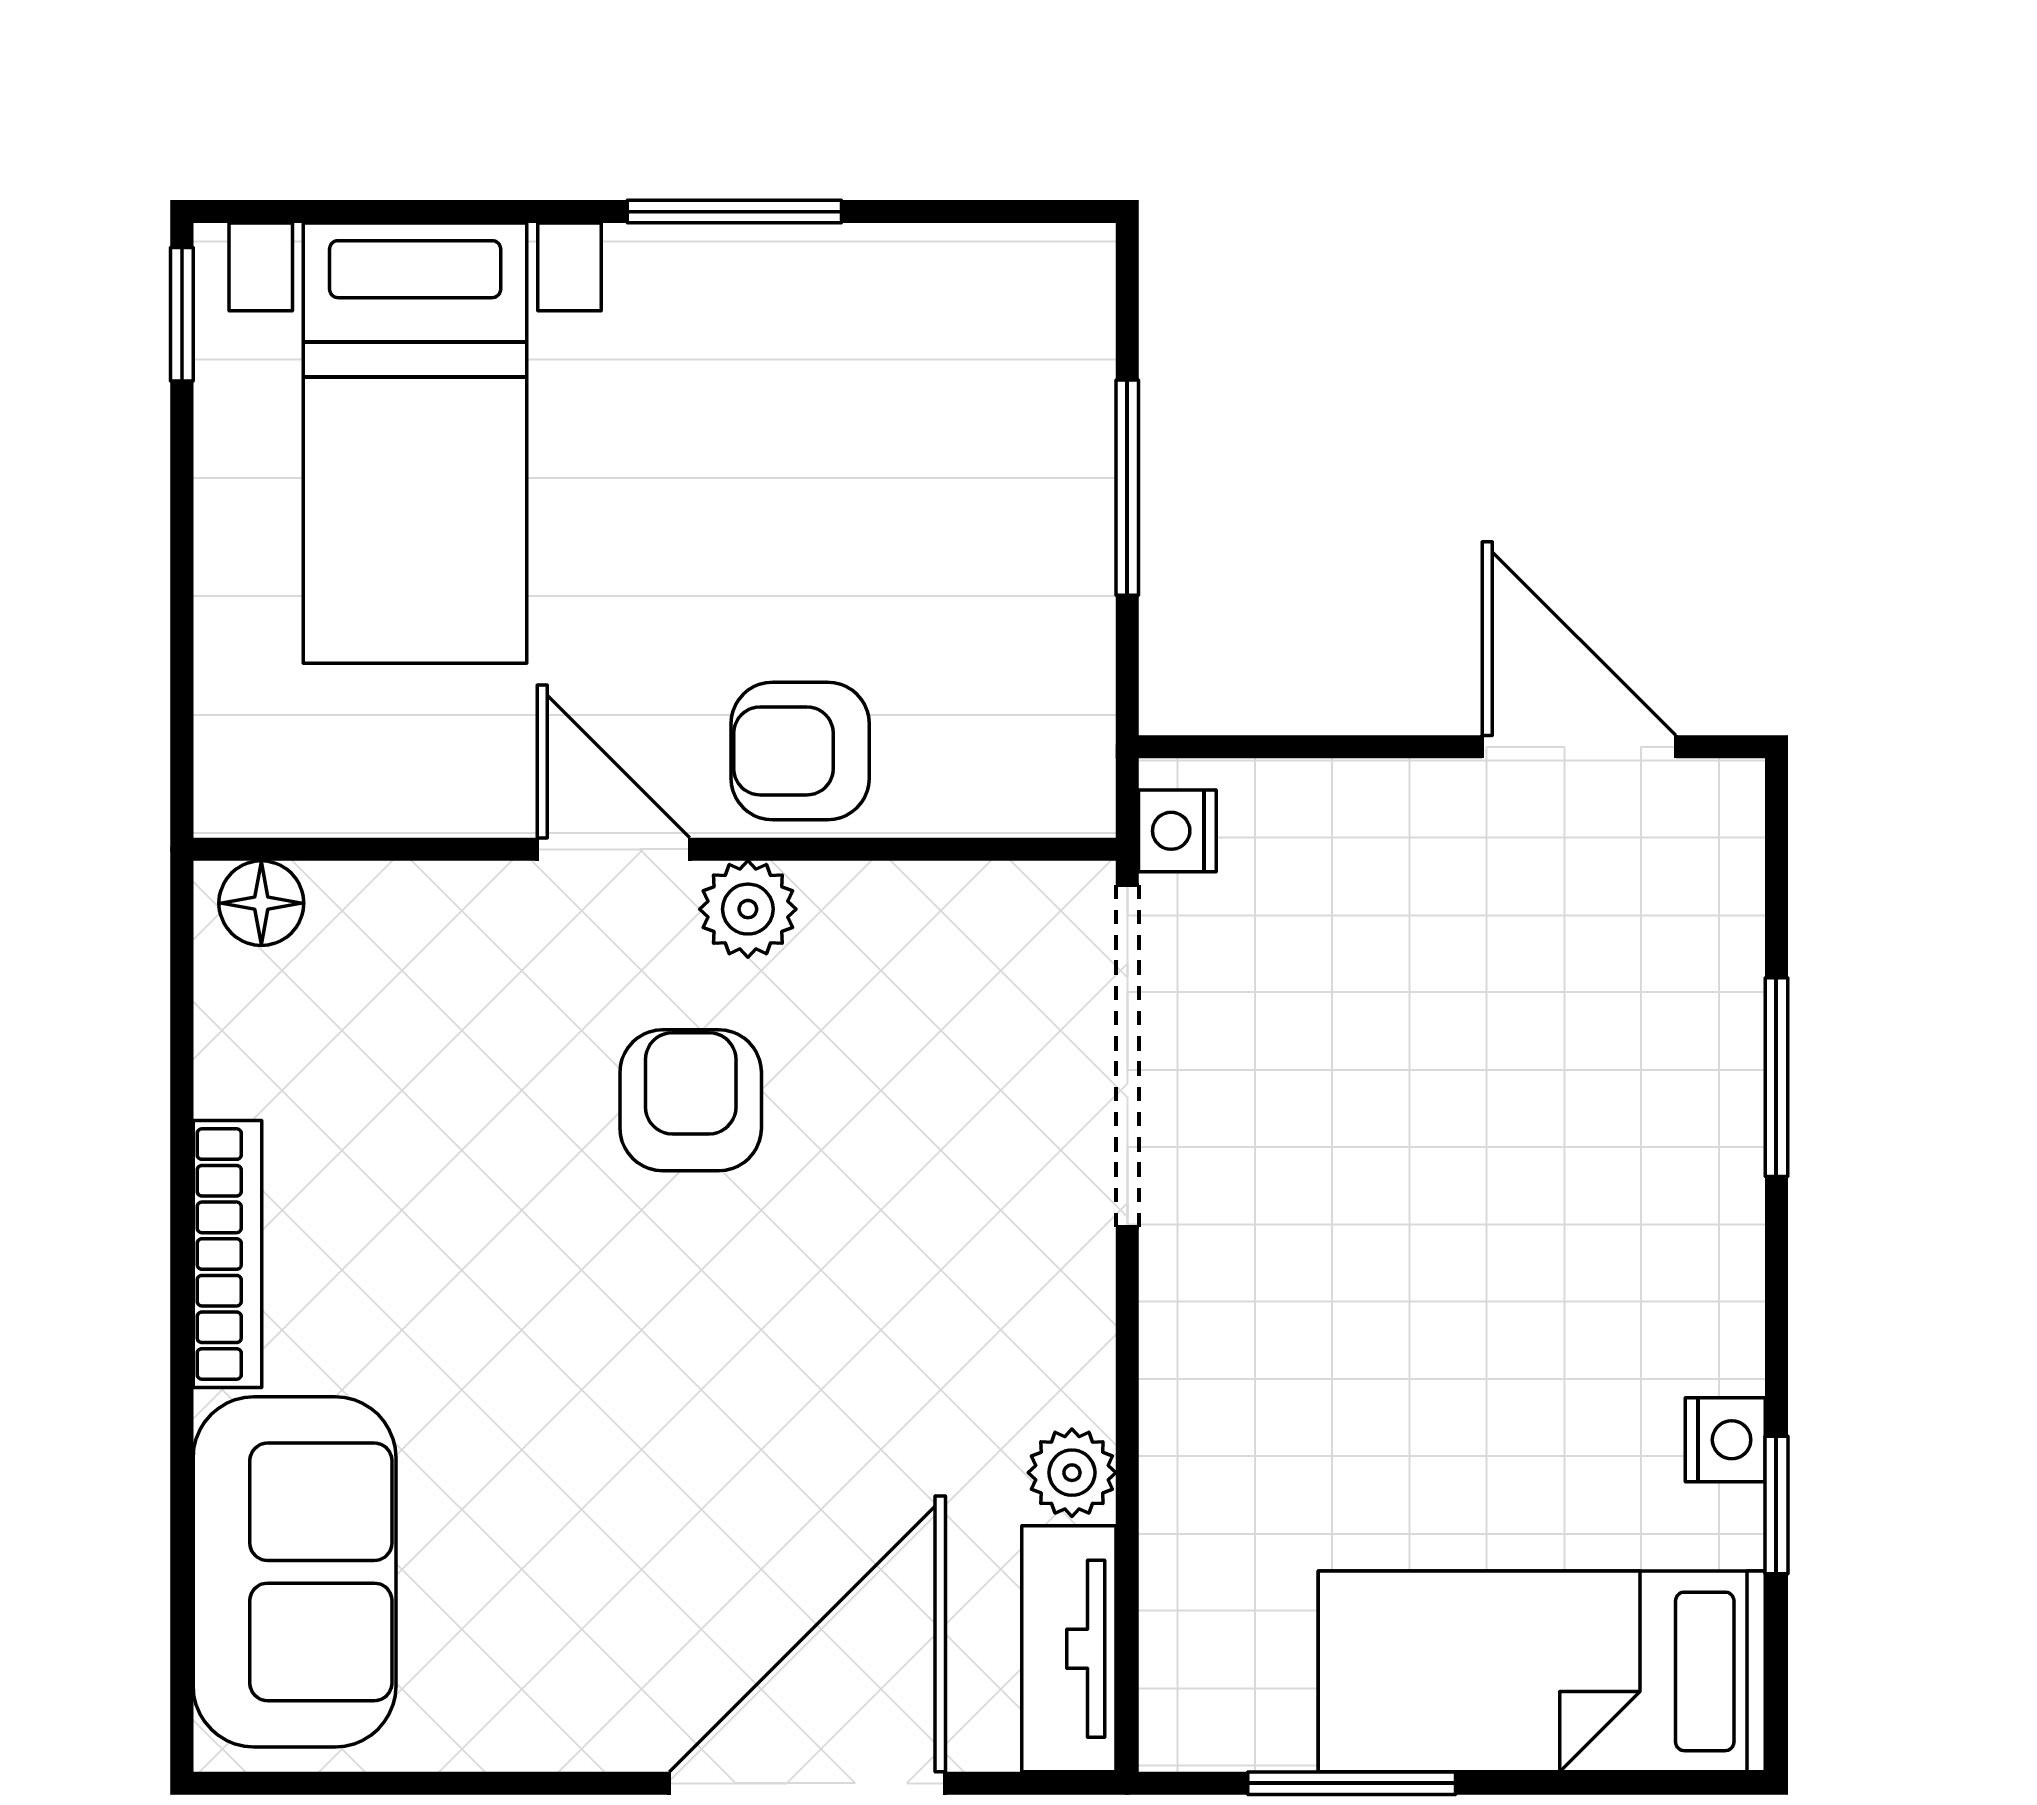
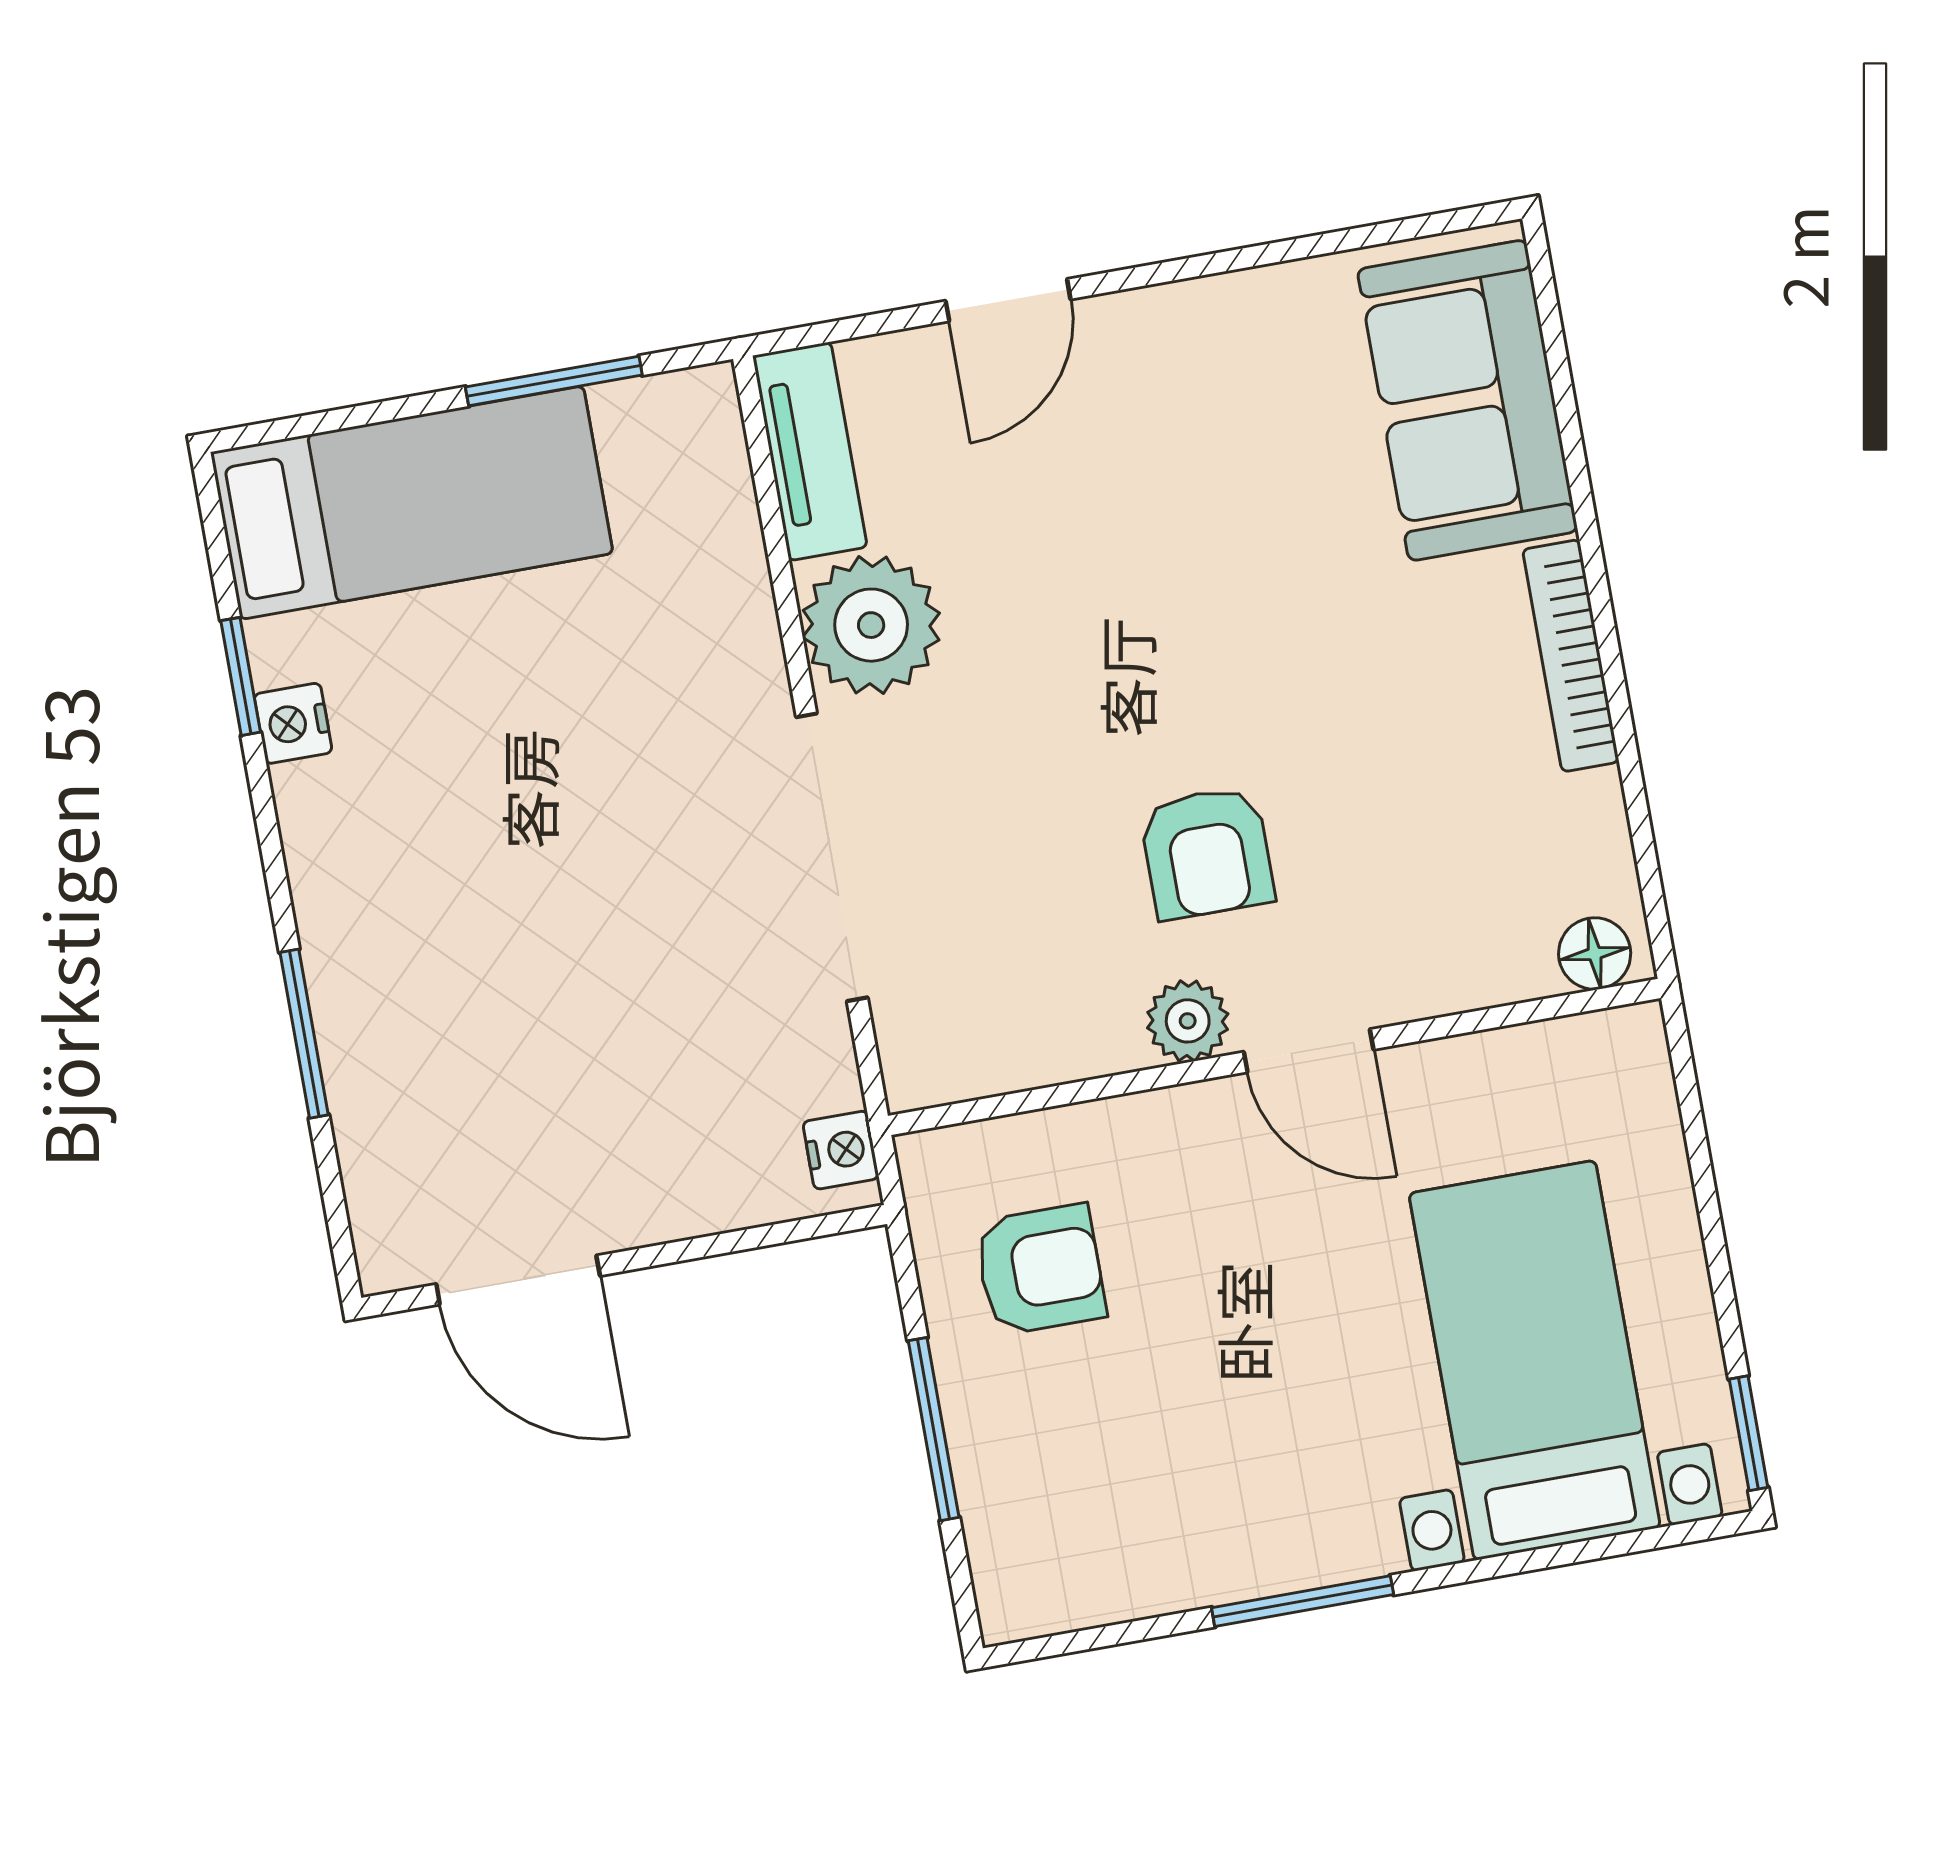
armchair: (800, 751) -> (1040, 1270), moved
doorway: (1127, 1056) -> (832, 857), moved
plant: (1072, 1473) -> (871, 625), width x1.88, depth x1.88
door: (807, 1783) -> (1008, 300), width x0.53

